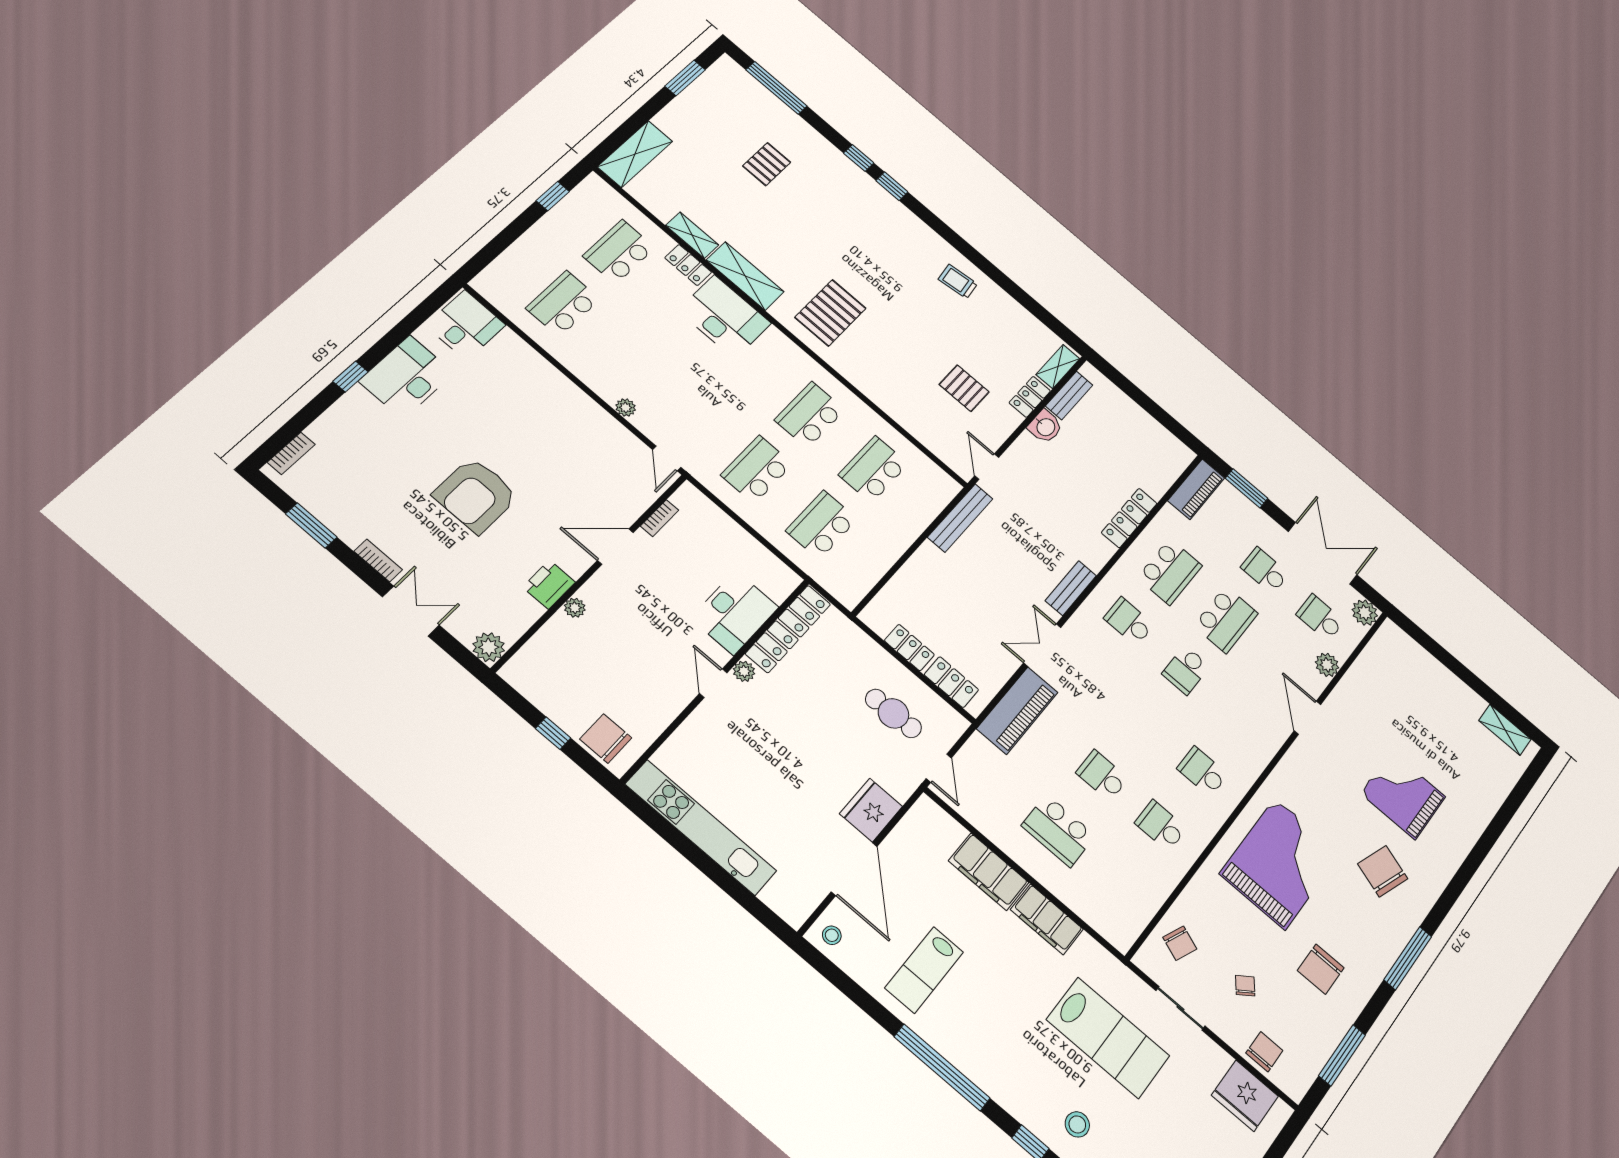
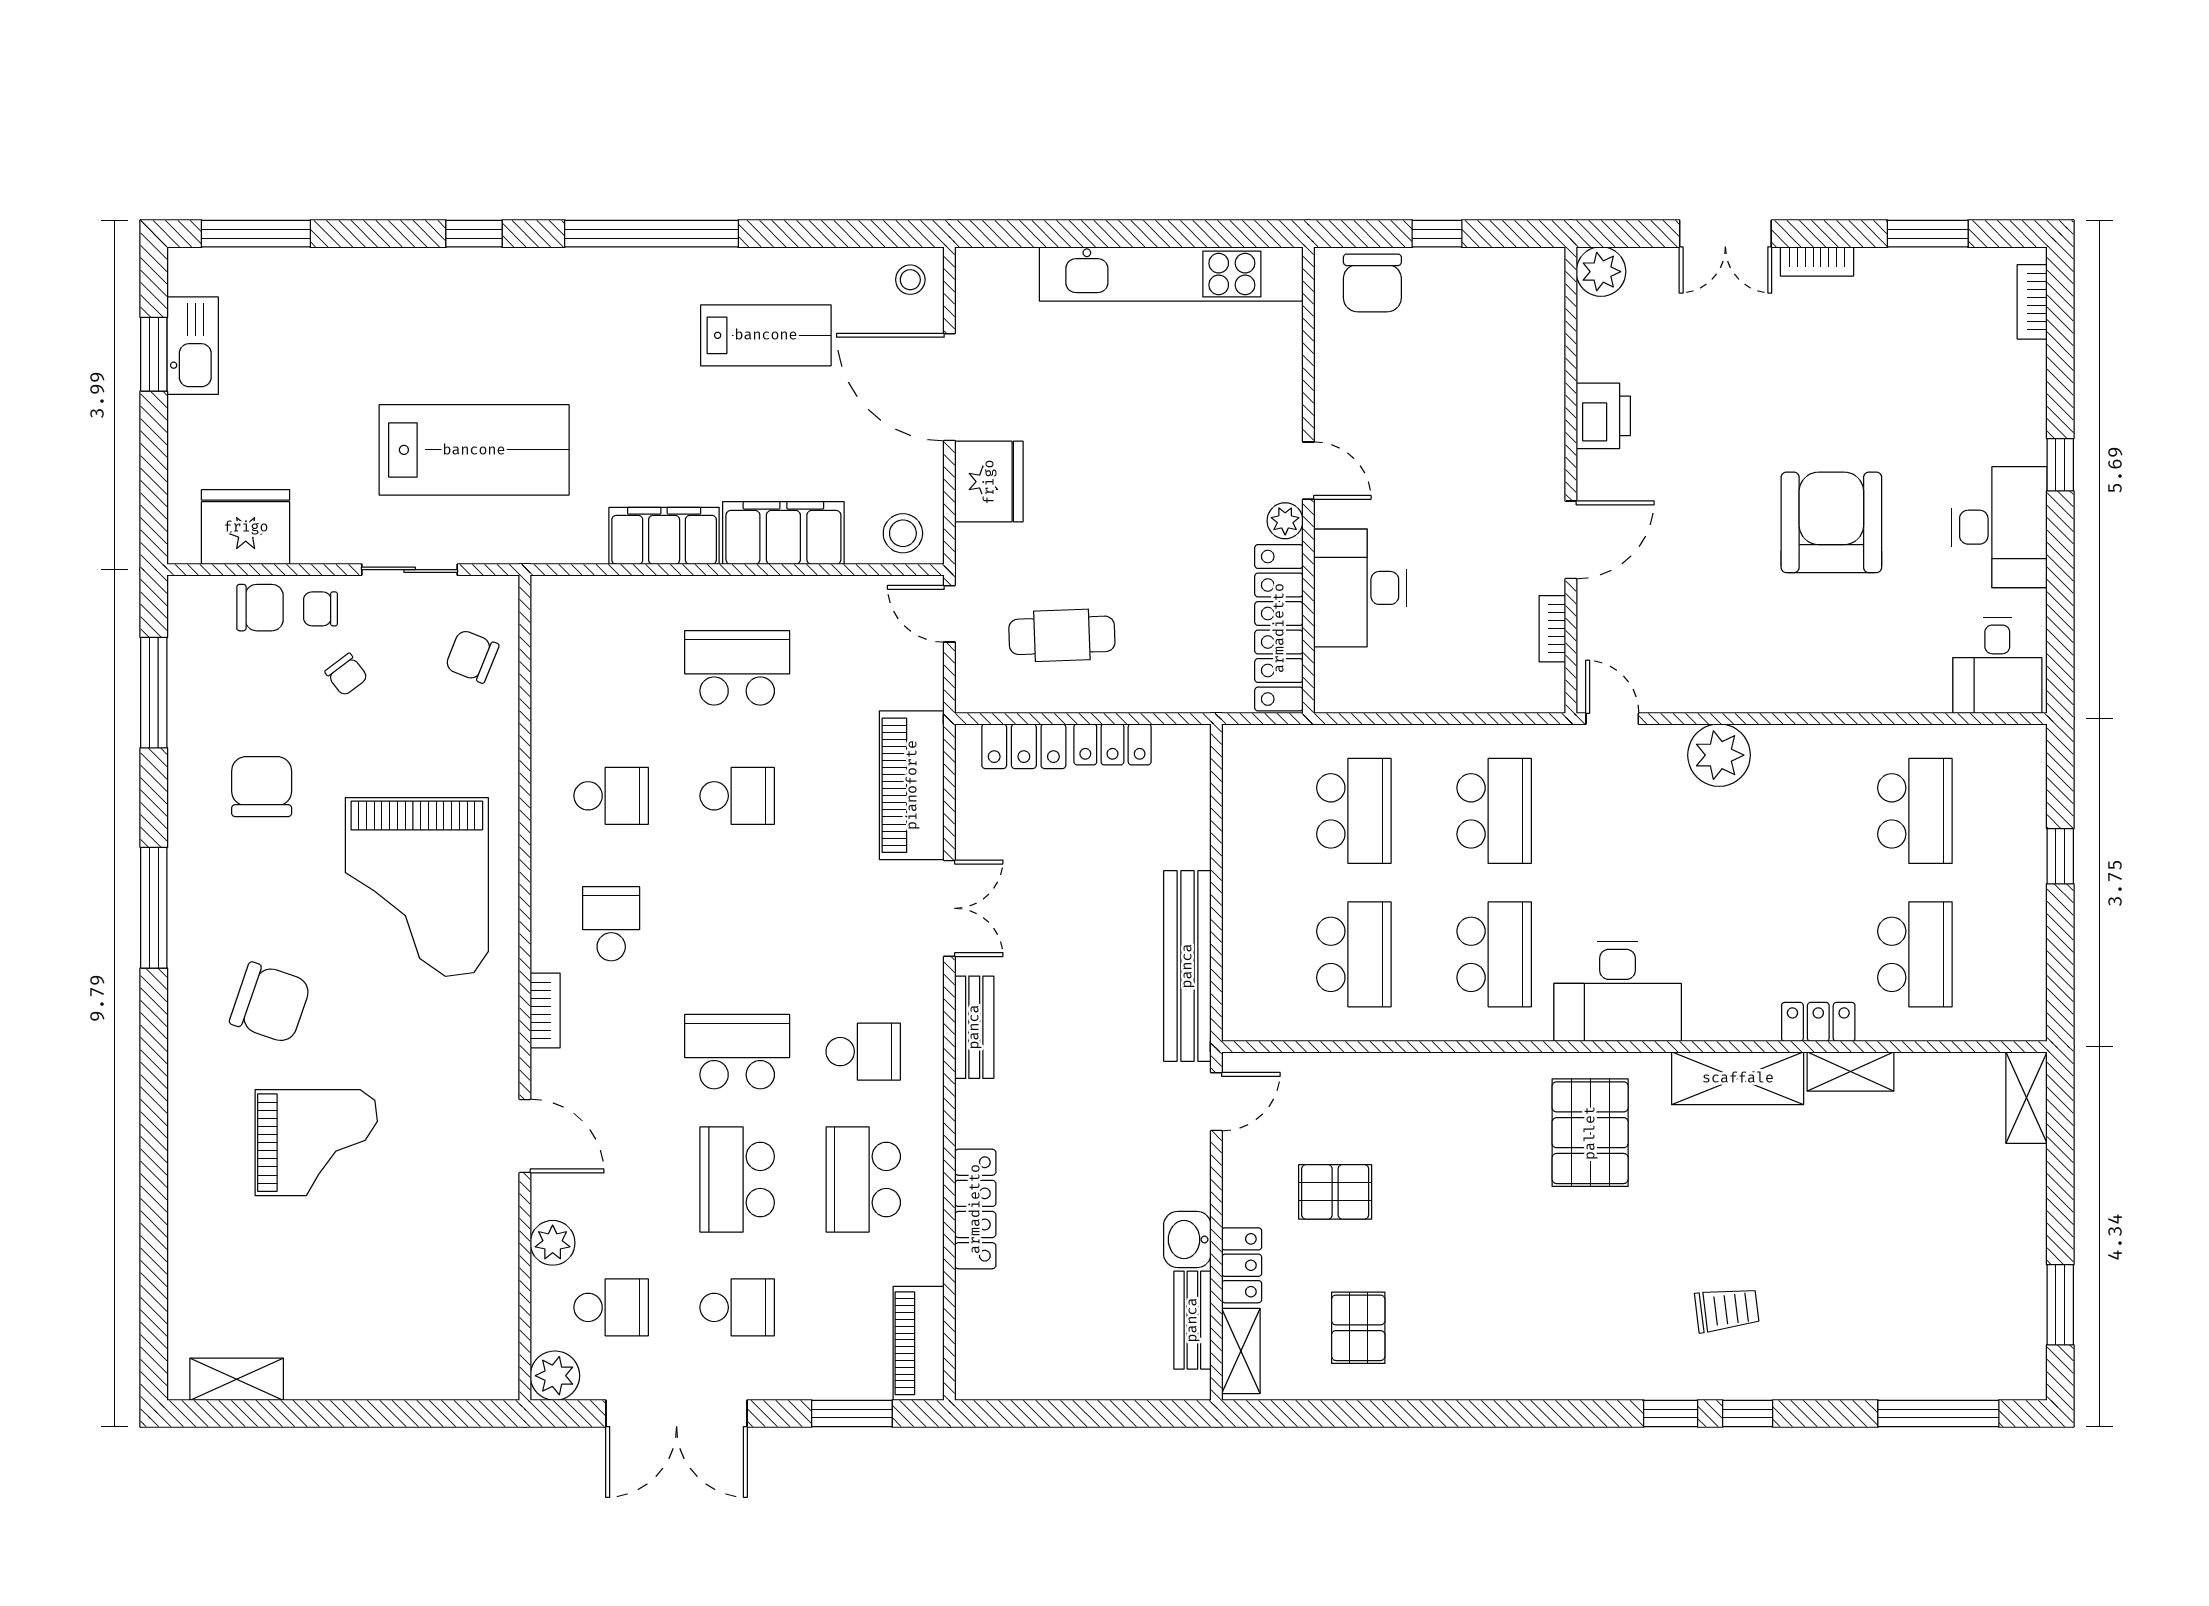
shelving: (635, 154) -> (2026, 1098), width x0.67, depth x0.75
pallet: (767, 164) -> (1358, 1328), moved
window: (553, 196) -> (2060, 856), moved
trolley: (958, 281) -> (1727, 1310), moved
desk: (725, 317) -> (1618, 991), moved
plant: (626, 408) -> (1719, 755), width x1.87, depth x1.87
door: (987, 467) -> (1216, 1102), hinge flipped
armchair: (476, 495) -> (1831, 522), moved
bench: (960, 518) -> (1187, 966), width x1.37, depth x1.21
plant: (575, 608) -> (1549, 415), removed
school desk: (1186, 670) -> (737, 1052), width x1.85
chair: (606, 739) -> (1372, 283), turned 90
bookcase: (1260, 761) -> (545, 1011), added
school desk: (1202, 771) -> (611, 924), turned -90
lab bench: (924, 970) -> (766, 335), turned 90
chair: (1236, 1026) -> (320, 609), added
lab bench: (1108, 1038) -> (474, 450), turned 180
chair: (1264, 1052) -> (260, 608), turned -90
stool: (1077, 1124) -> (903, 533), moved

